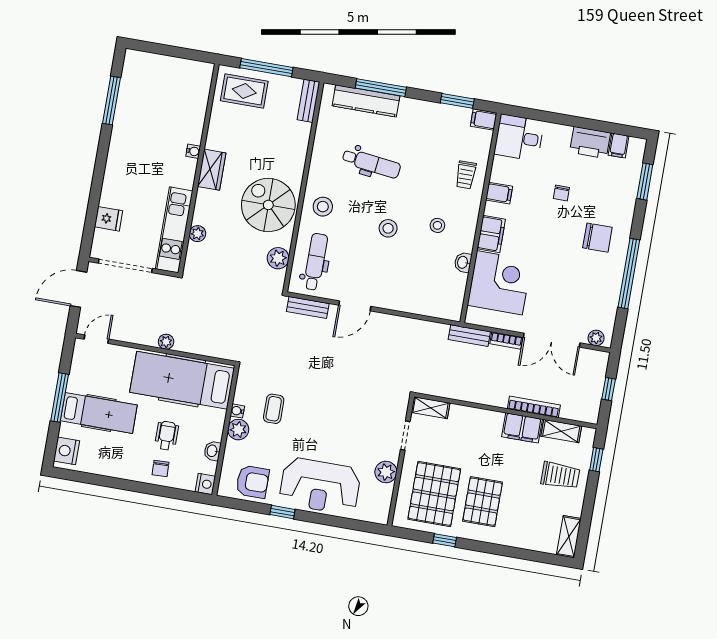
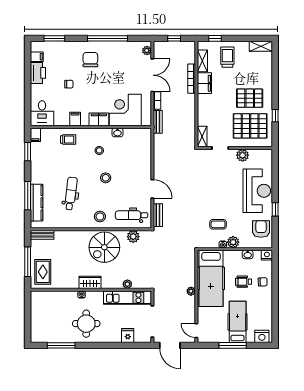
round table: (142, 151) -> (86, 324), added

